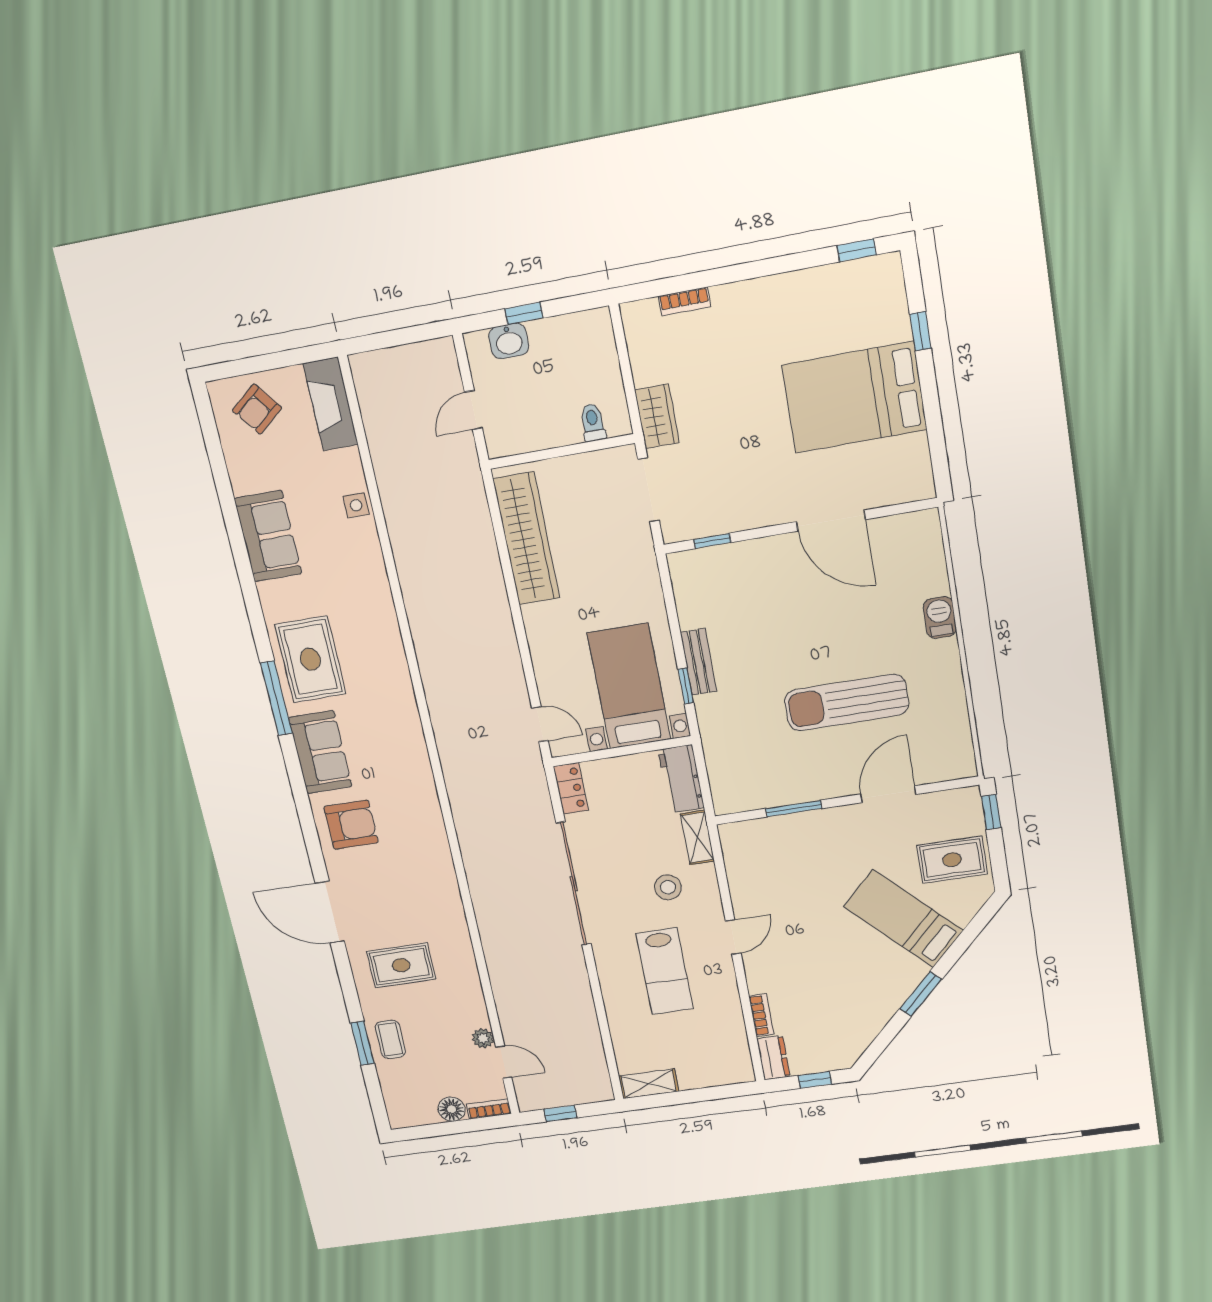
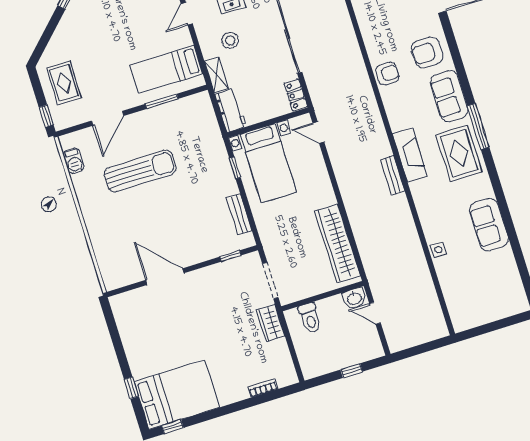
washbasin: (509, 341) -> (354, 298), moved, turned 180
bed: (854, 397) -> (177, 395), moved
fireplace: (331, 404) -> (410, 155), moved
armchair: (257, 409) -> (387, 74), moved, turned 38
door: (473, 410) -> (375, 313), swing flipped
toilet: (593, 423) -> (310, 318), width x1.37, depth x1.39
barbecue: (940, 617) -> (74, 161), moved
bench: (423, 639) -> (392, 175), added
bench: (698, 662) -> (239, 214), moved
rug: (952, 860) -> (64, 83), turned 90
bed: (903, 919) -> (166, 69), moved, turned 135

